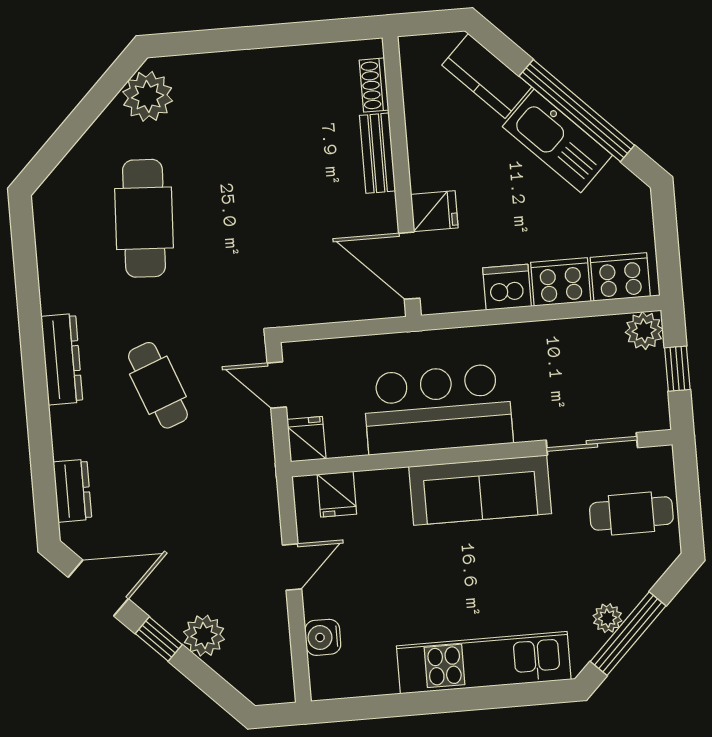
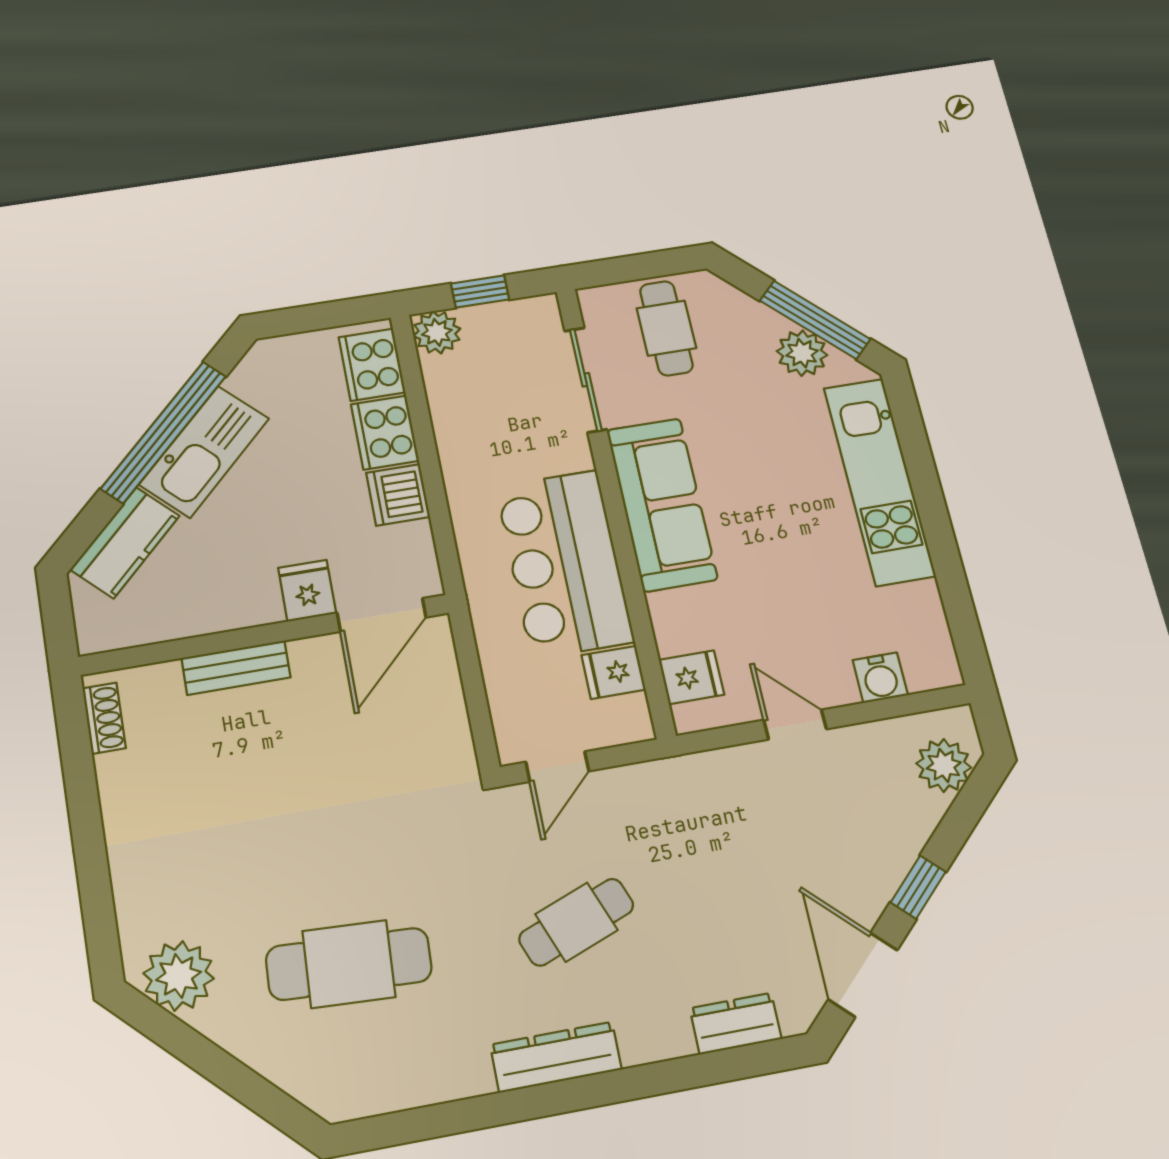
shoe rack: (374, 85) -> (104, 718), moved, turned -90
fridge: (306, 439) -> (614, 672), moved
plant: (608, 618) -> (802, 353), width x1.38, depth x1.38
plant: (204, 636) -> (944, 765), moved

